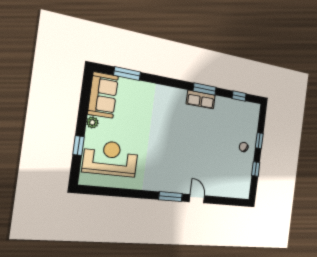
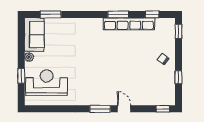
row of seats: (201, 99) -> (129, 24), width x2.02
window: (259, 141) -> (178, 31), moved
window: (237, 202) -> (163, 109), added

